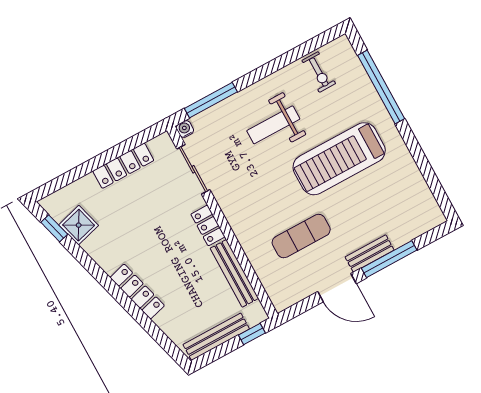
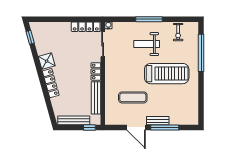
window: (211, 100) -> (149, 19), moved
treadmill: (339, 159) -> (167, 74), turned 180
locker: (123, 166) -> (86, 27), moved
shower: (79, 225) -> (47, 61), moved

